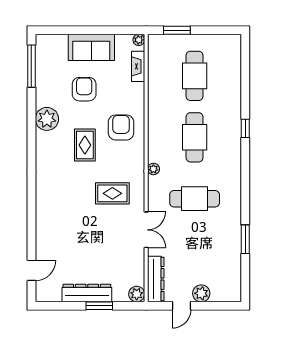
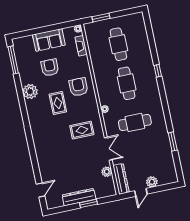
plant: (137, 294) -> (107, 172), moved

